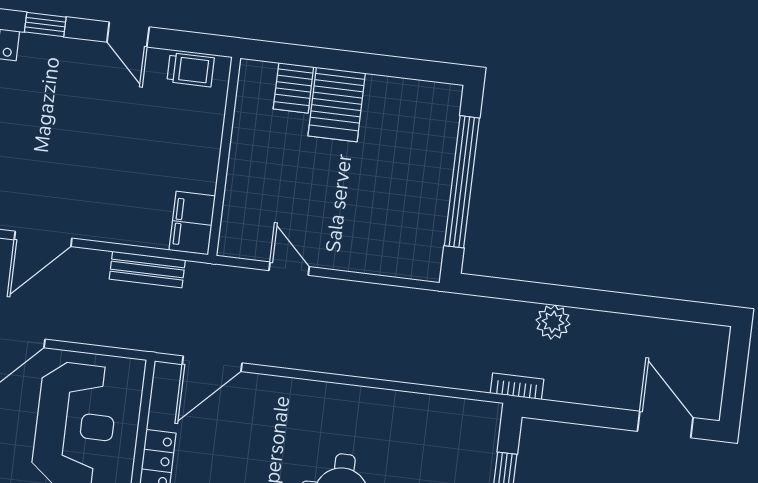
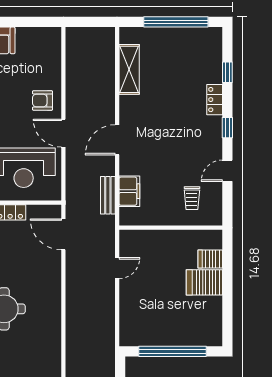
trolley: (191, 70) -> (192, 198), moved
filing cabinet: (192, 223) -> (129, 191), moved, turned 90
door: (43, 239) -> (117, 140), hinge flipped

